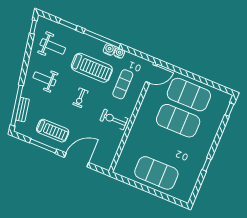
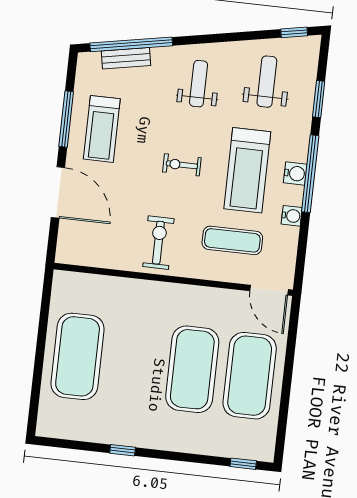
weight bench: (53, 46) -> (267, 82), turned 180
water cooler: (109, 49) -> (295, 173), moved

